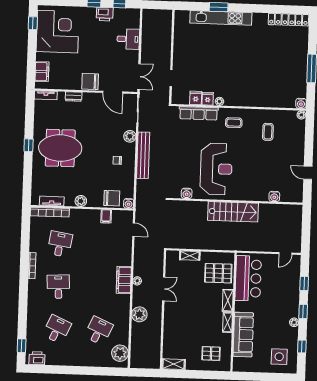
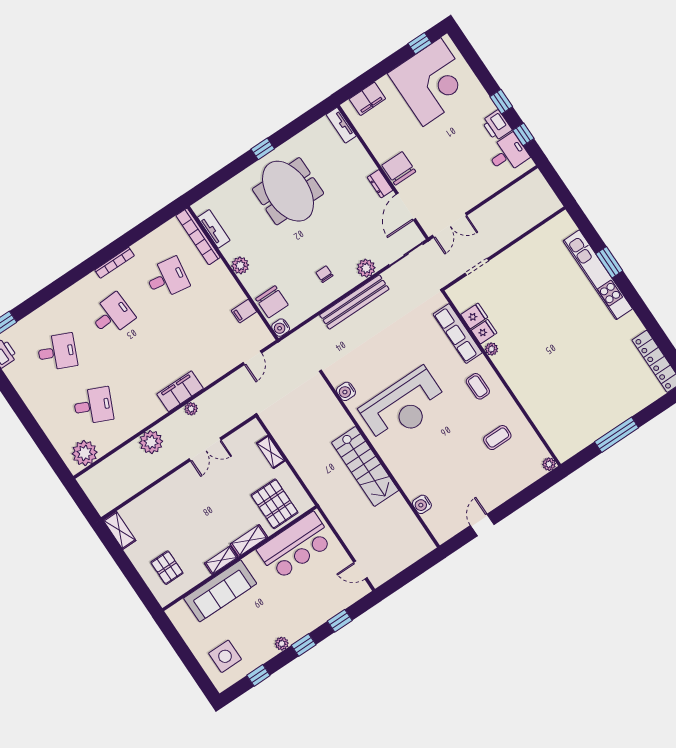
desk: (128, 39) -> (508, 154), moved, turned -90
dresser: (74, 97) -> (380, 184), moved
water cooler: (301, 103) -> (563, 453), removed

